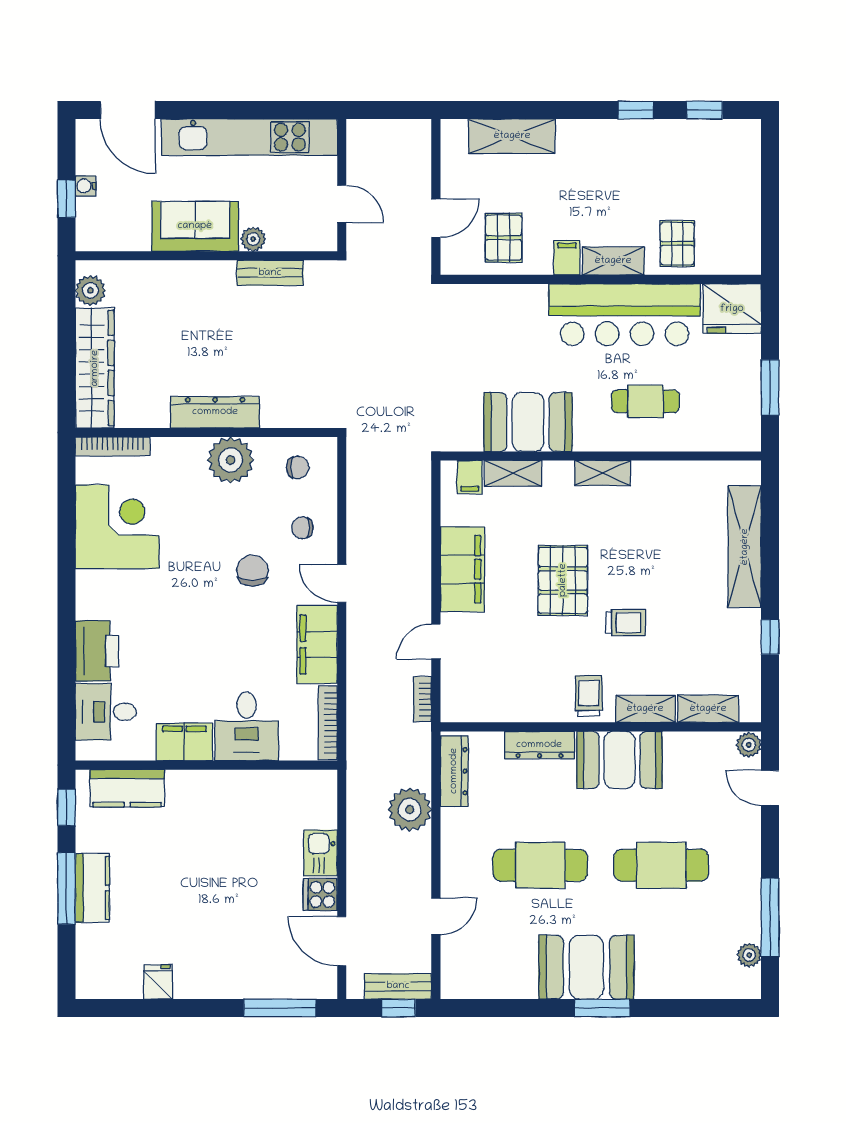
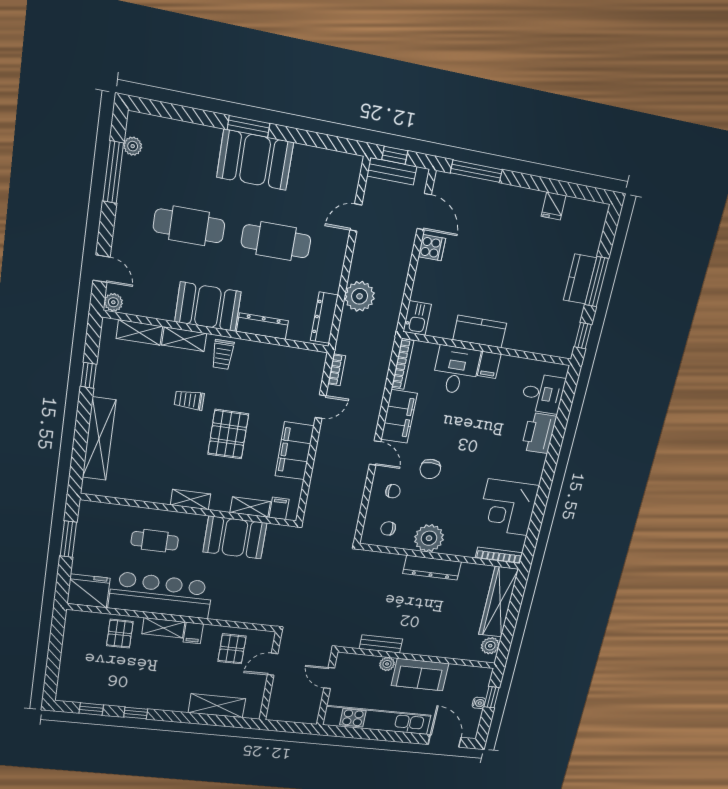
filing cabinet: (184, 742) -> (489, 365), width x0.50
kitchen counter: (127, 788) -> (480, 332), moved
kitchen sink: (321, 853) -> (417, 318), moved

